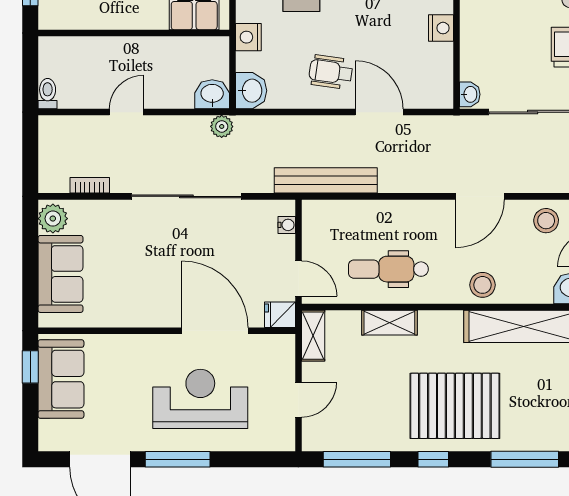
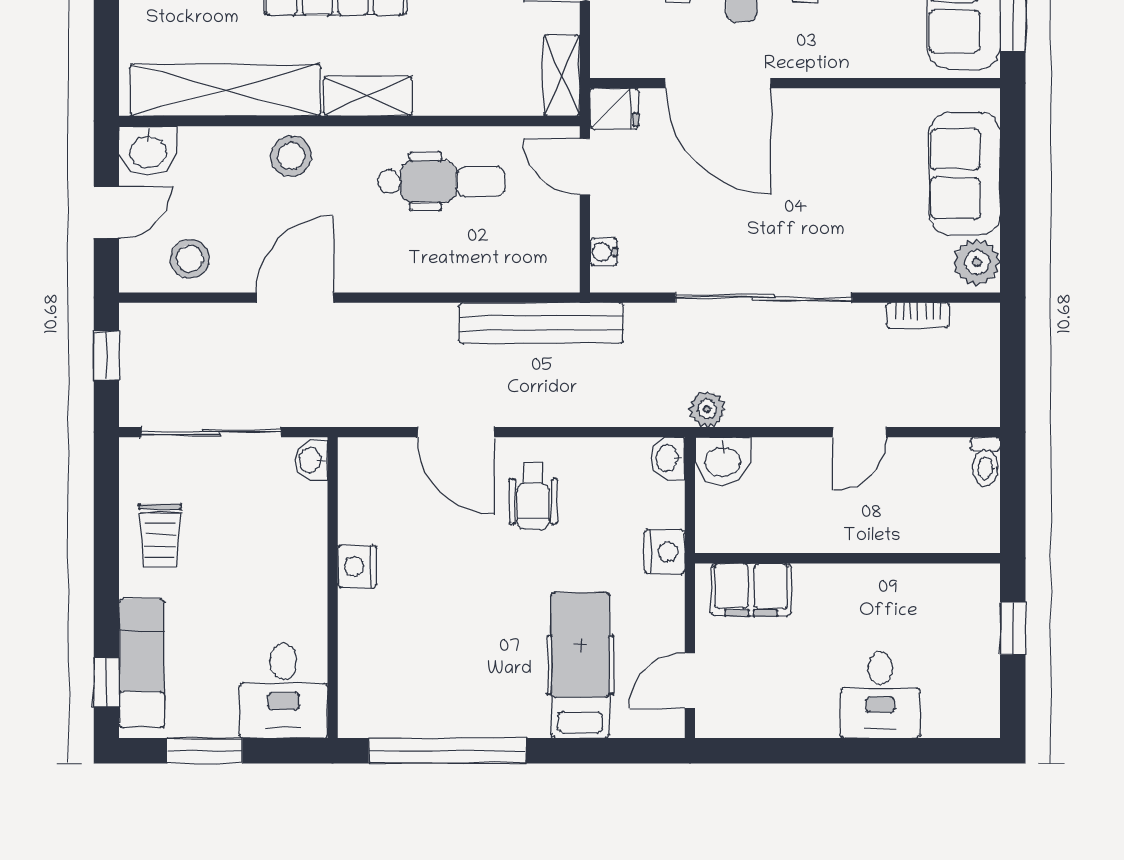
wheelchair: (331, 72) -> (533, 496), turned 82
washbasin: (251, 91) -> (668, 458), width x0.72, depth x0.69
shelving: (389, 323) -> (368, 96), moved

